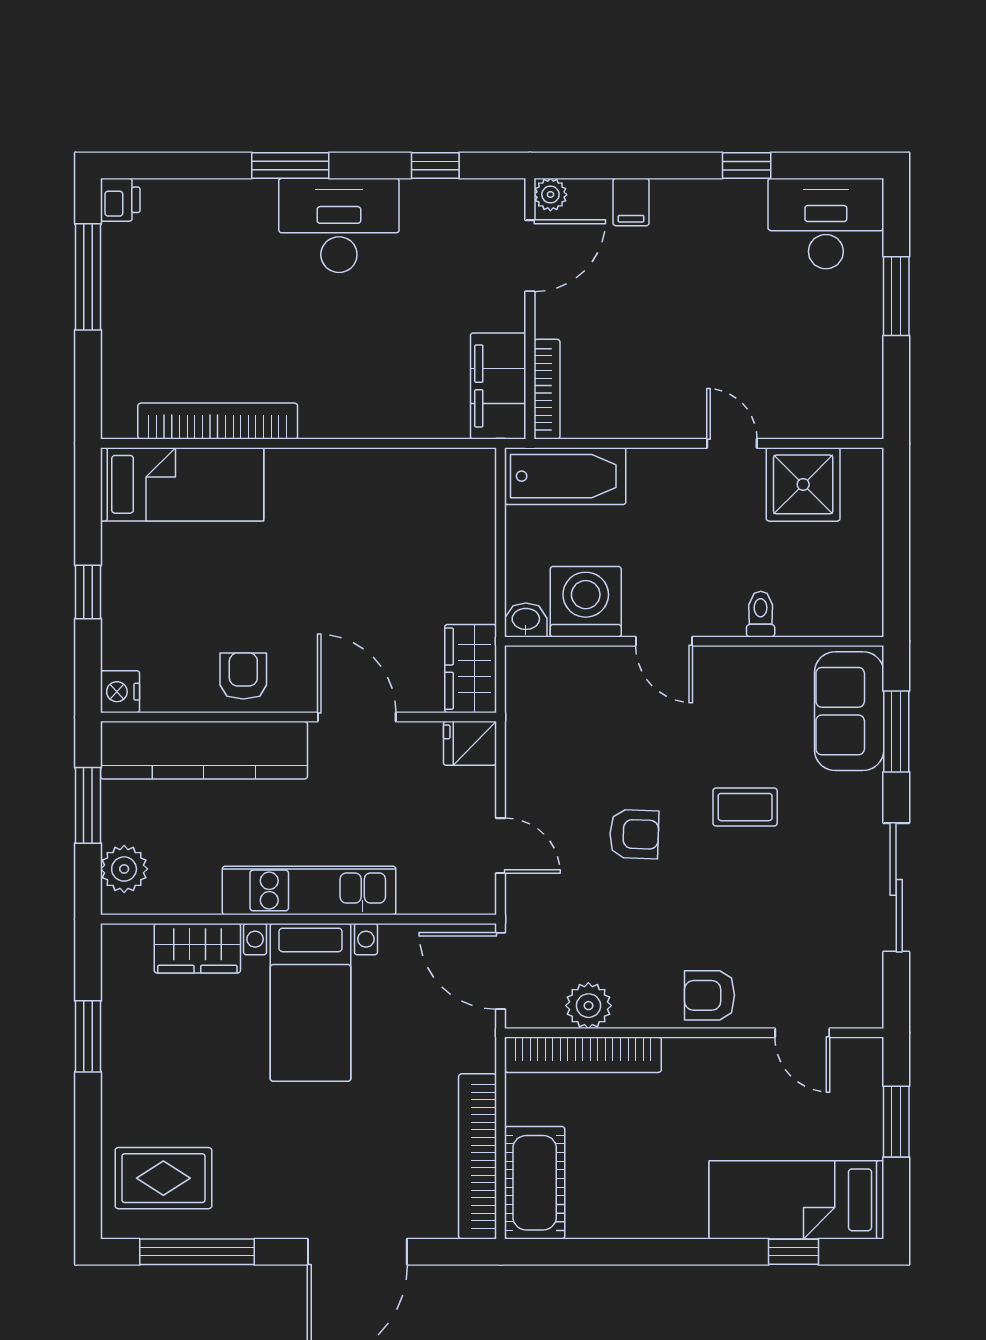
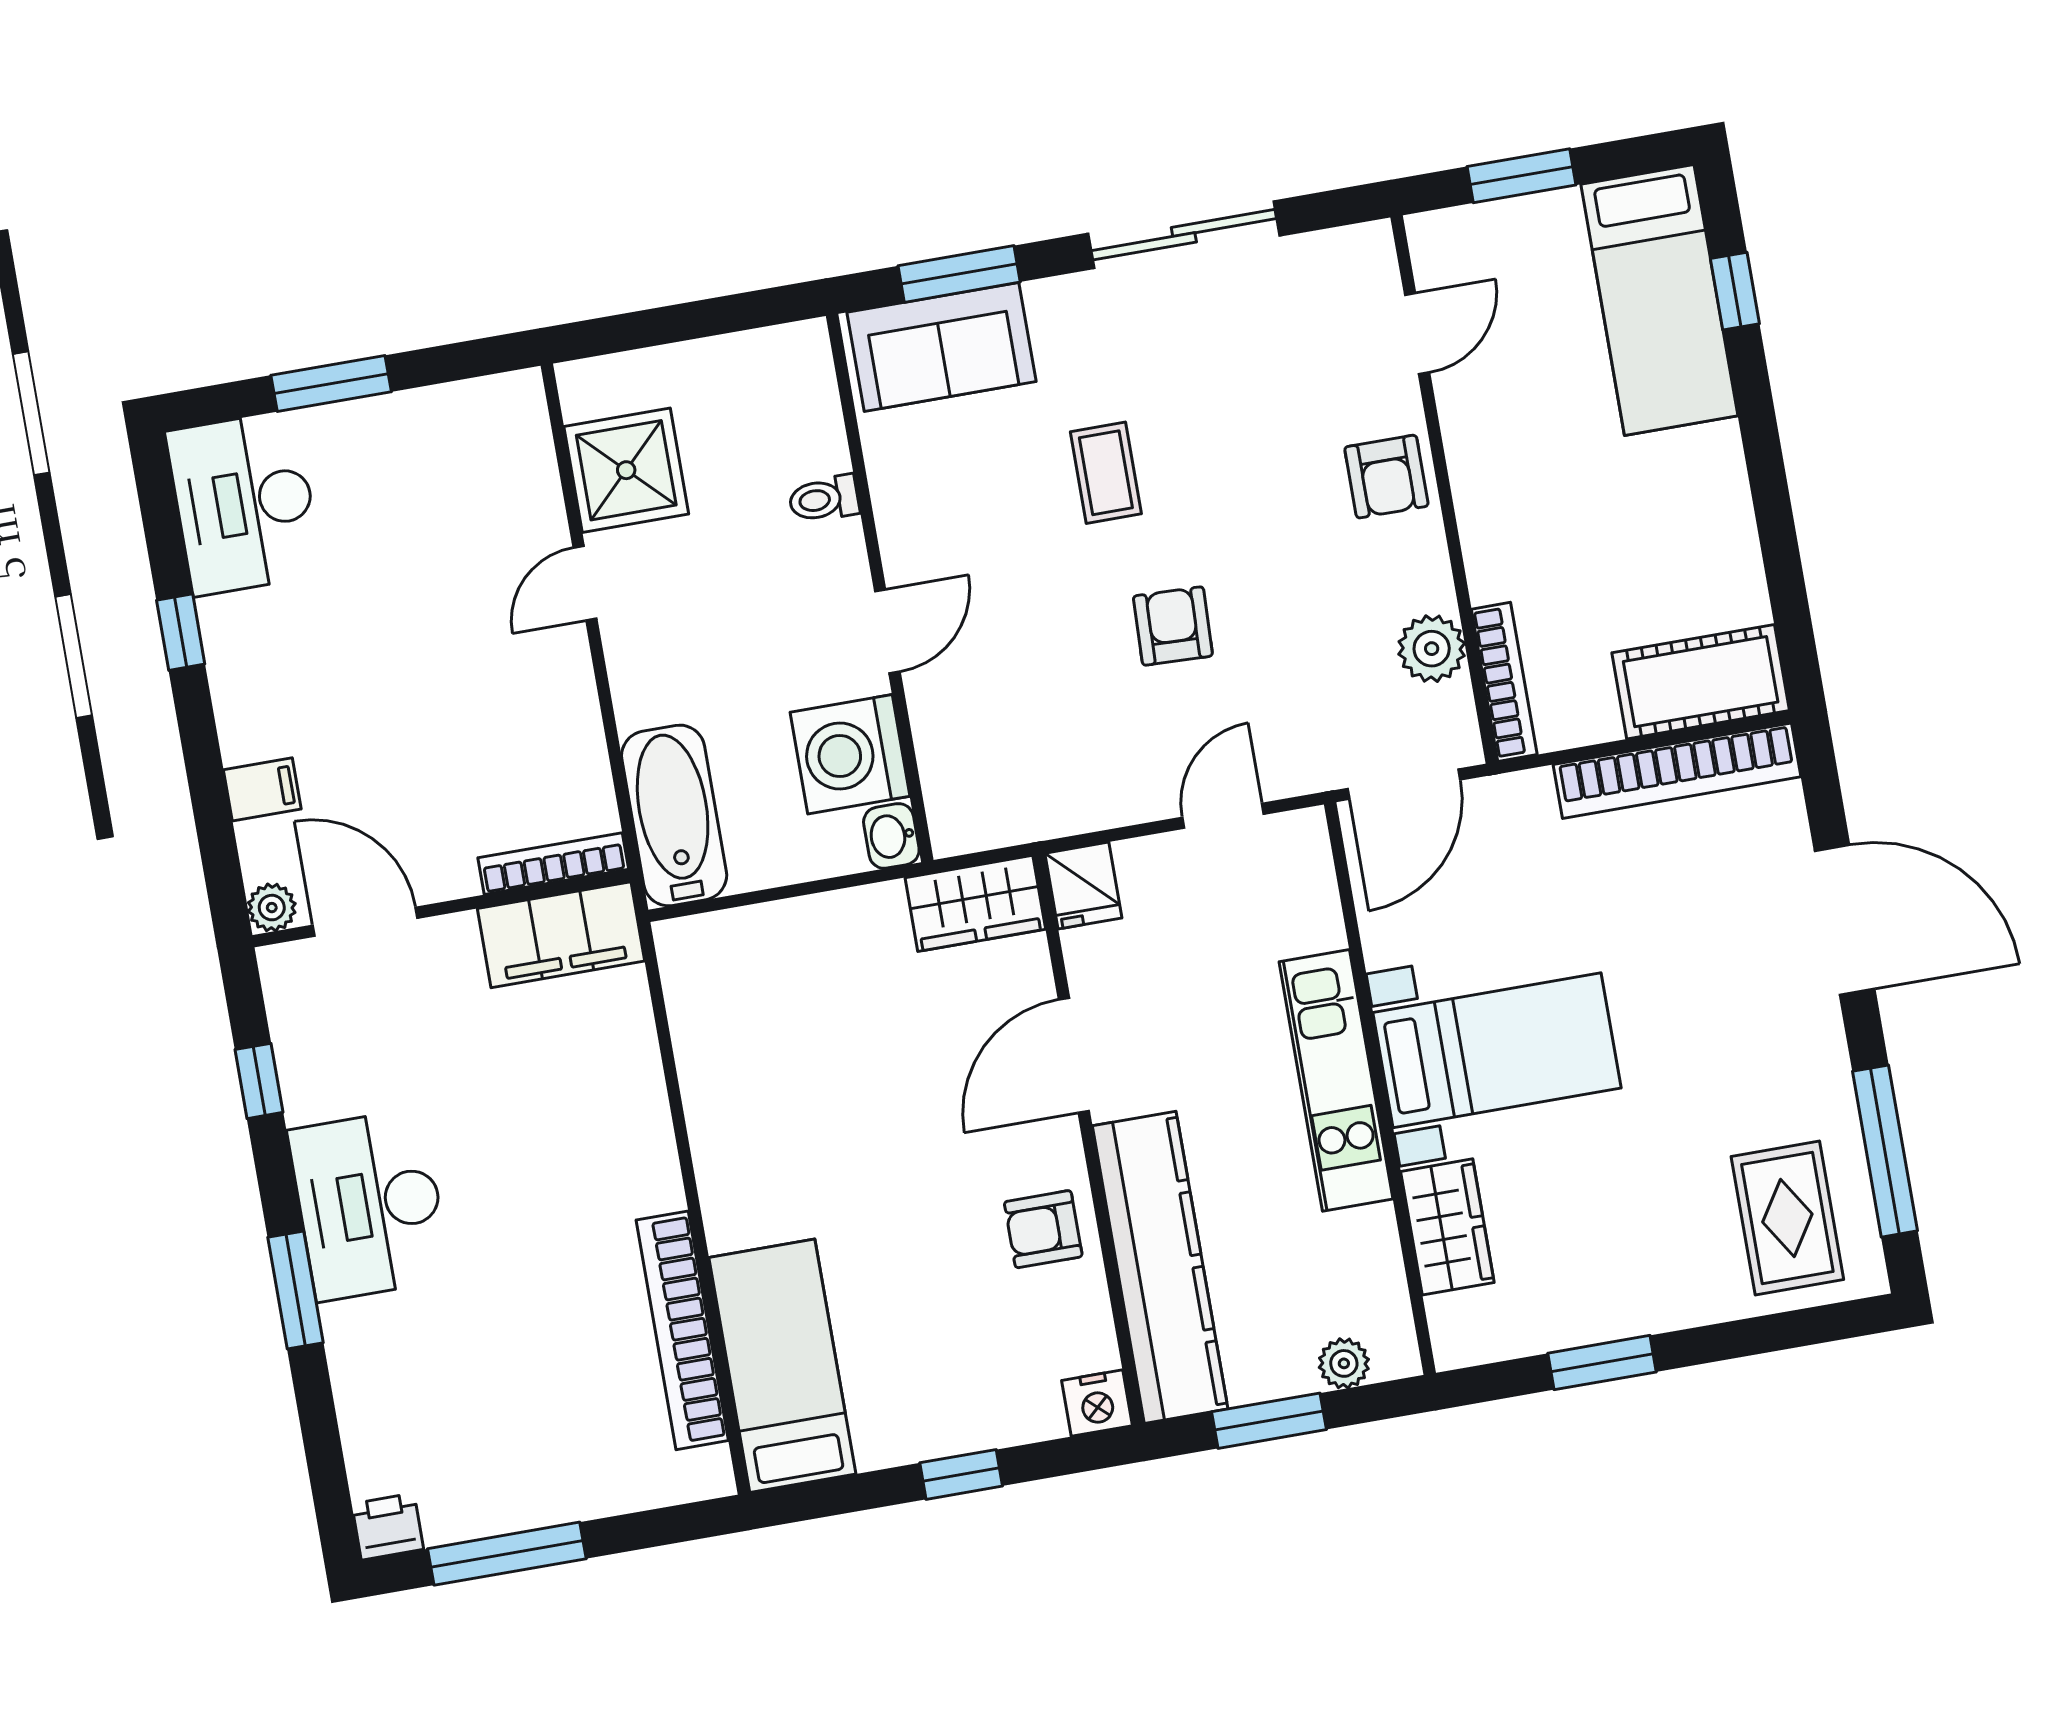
plant: (124, 869) -> (1344, 1363), width x0.73, depth x0.73
bookcase: (583, 1055) -> (1504, 682), width x0.68, depth x0.76

